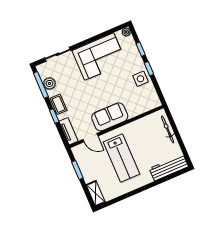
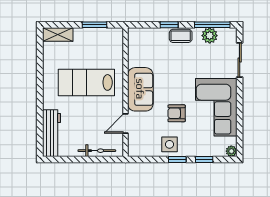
armchair: (116, 83) -> (177, 113), added
tv unit: (69, 131) -> (144, 34), removed
door: (90, 138) -> (126, 124), moved

